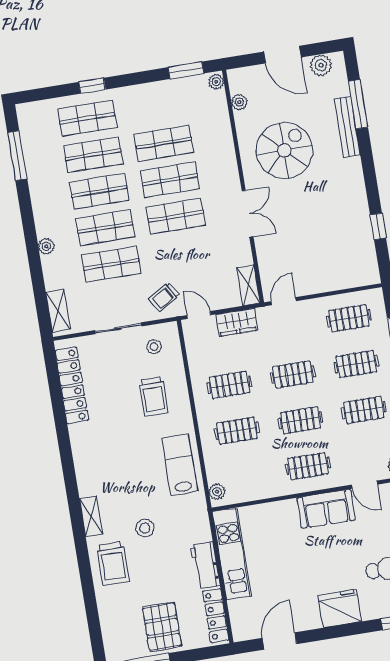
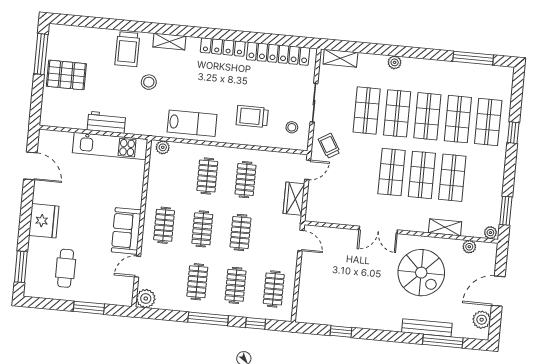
shelving: (248, 285) -> (445, 227), moved
trolley: (113, 563) -> (127, 49), turned -90
locker: (216, 616) -> (223, 47), moved, turned 180

